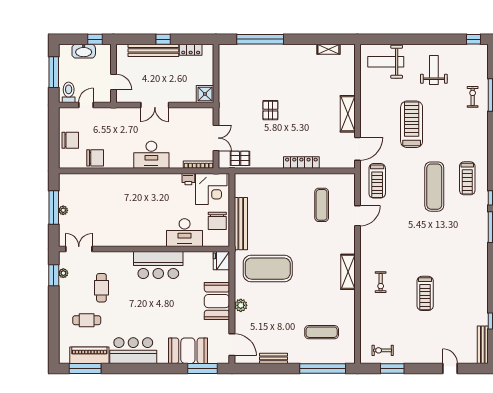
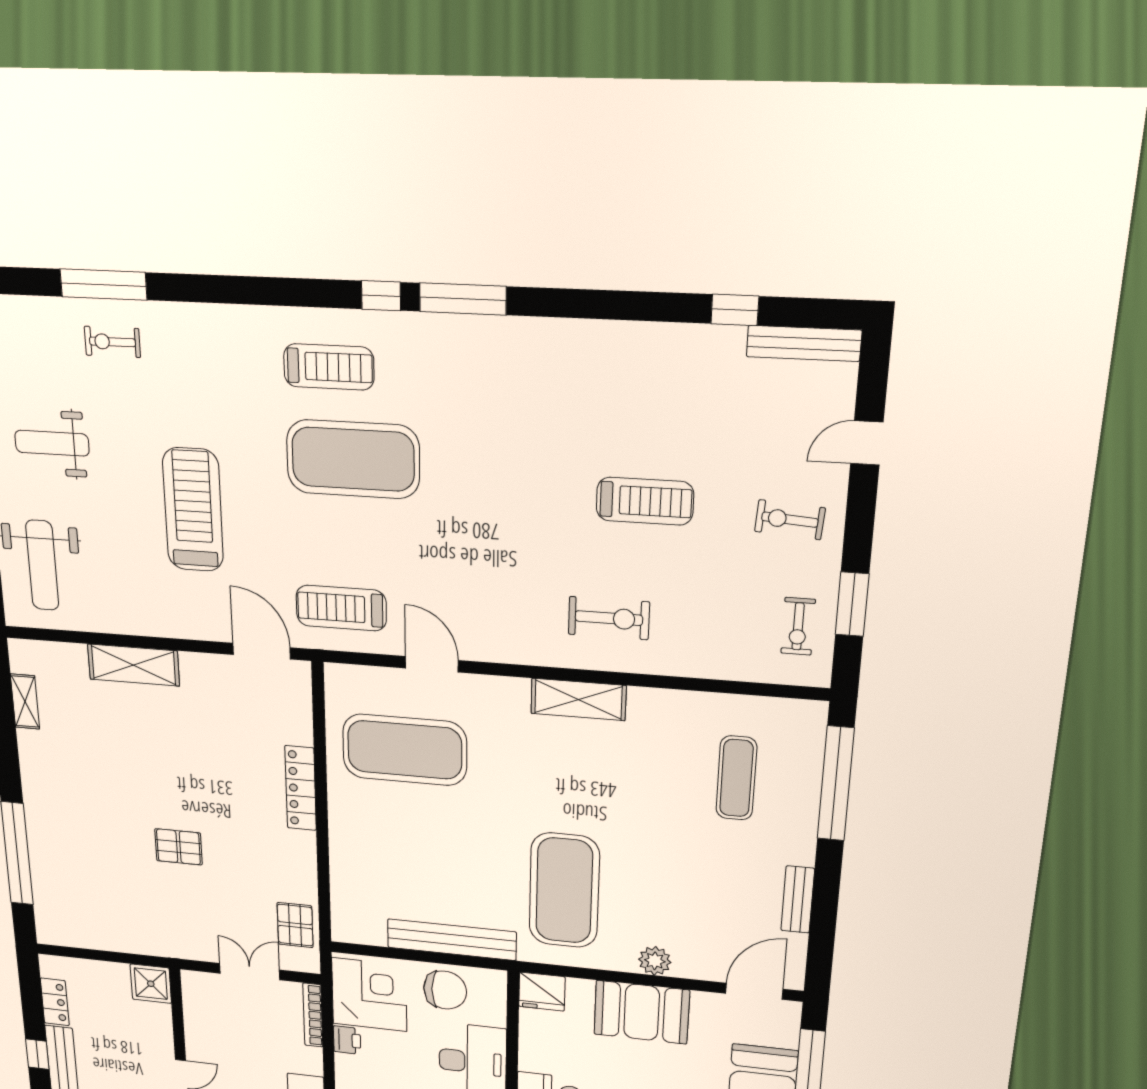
shelving: (348, 114) -> (133, 665), moved
treadmill: (412, 124) -> (193, 510), turned 90
treadmill: (377, 181) -> (341, 608), turned 180
exercise mat: (434, 187) -> (353, 459), width x1.47
exercise mat: (322, 205) -> (405, 750), width x2.00, depth x1.45
exercise bike: (381, 282) -> (609, 618), width x1.38, depth x1.39
exercise bike: (422, 345) -> (790, 520), added

